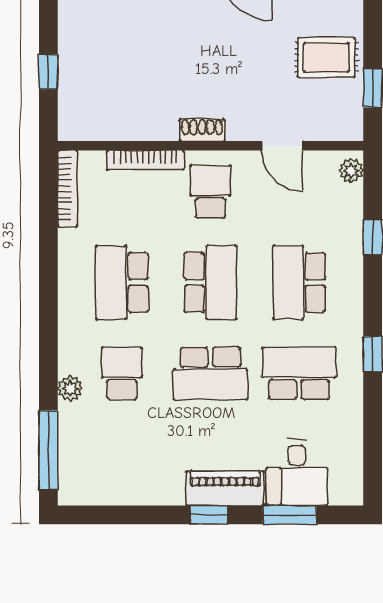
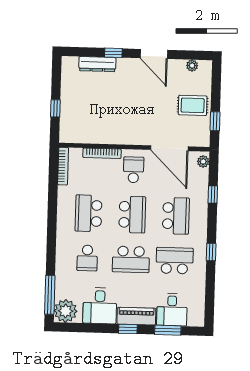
shoe rack: (202, 130) -> (130, 139), removed
door: (282, 146) -> (169, 148), width x1.88
school desk: (299, 282) -> (176, 216), turned 180
school desk: (122, 373) -> (87, 258), turned 180
plant: (70, 388) -> (66, 311), moved, width x1.88, depth x1.88
desk: (150, 469) -> (100, 306), added

